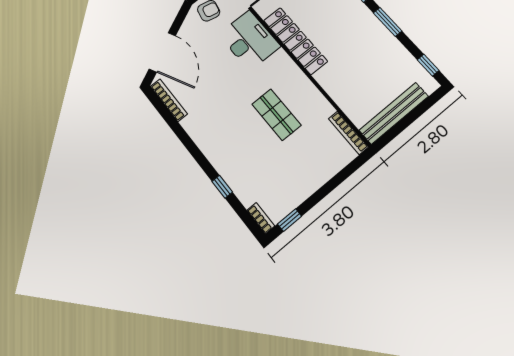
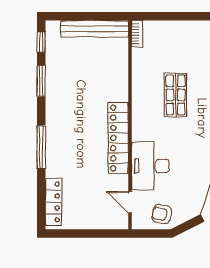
window: (388, 22) -> (41, 81), moved
bookcase: (348, 133) -> (137, 34), width x0.64

